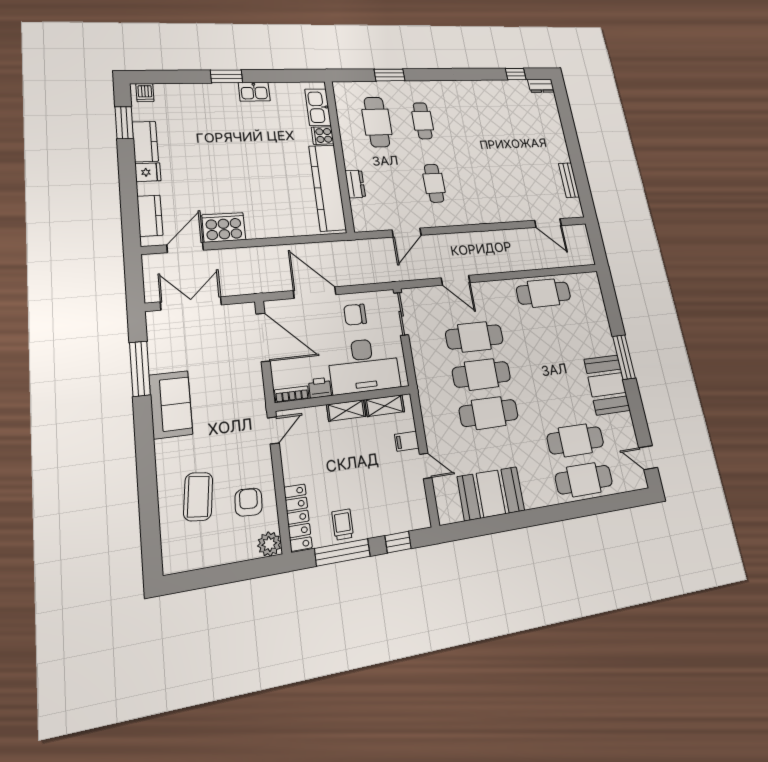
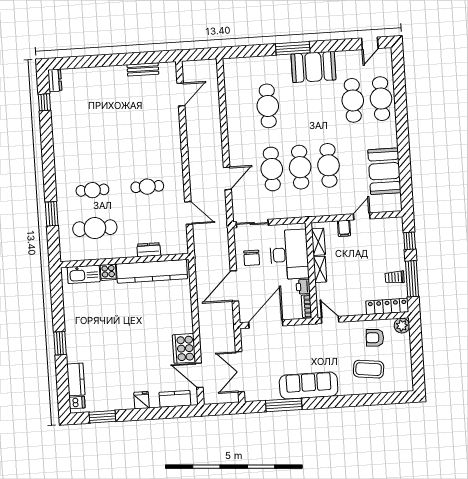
kitchen sink: (254, 92) -> (72, 323), removed
kitchen counter: (145, 142) -> (76, 379), moved, turned 90
cafe table: (544, 293) -> (268, 106), moved
sofa: (171, 405) -> (309, 386), width x1.36

